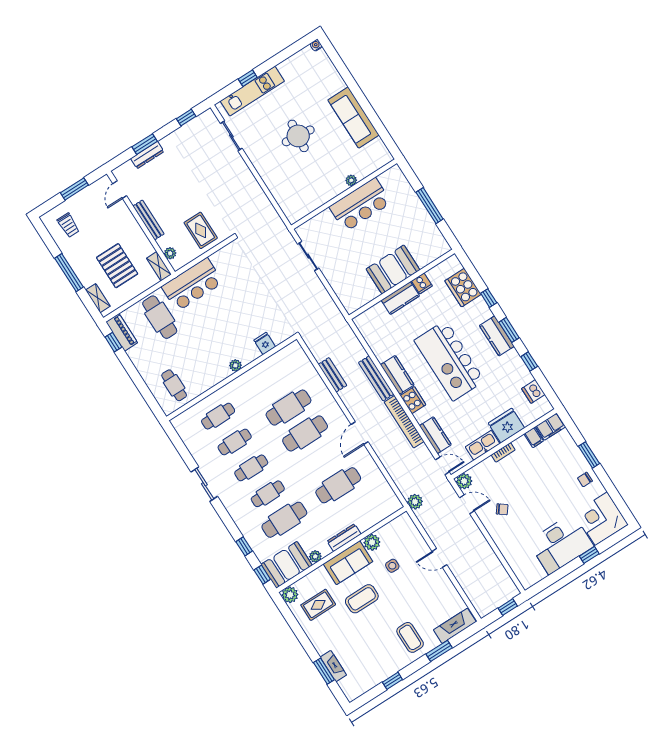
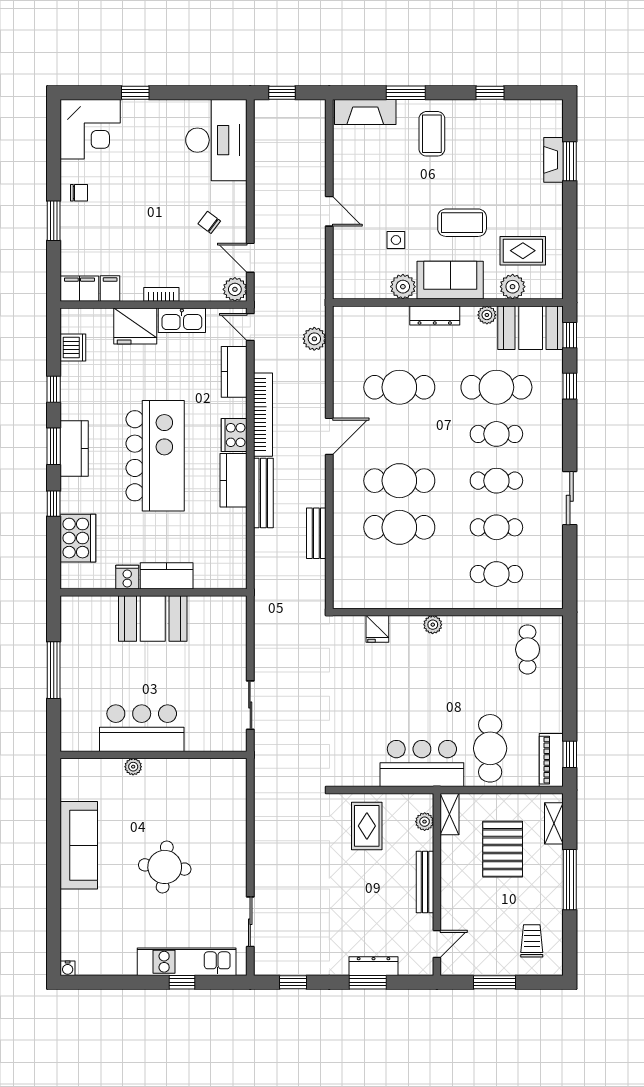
plant: (415, 502) -> (314, 339), moved
desk: (561, 544) -> (216, 140), moved, turned 90
plant: (290, 595) -> (513, 287), moved

